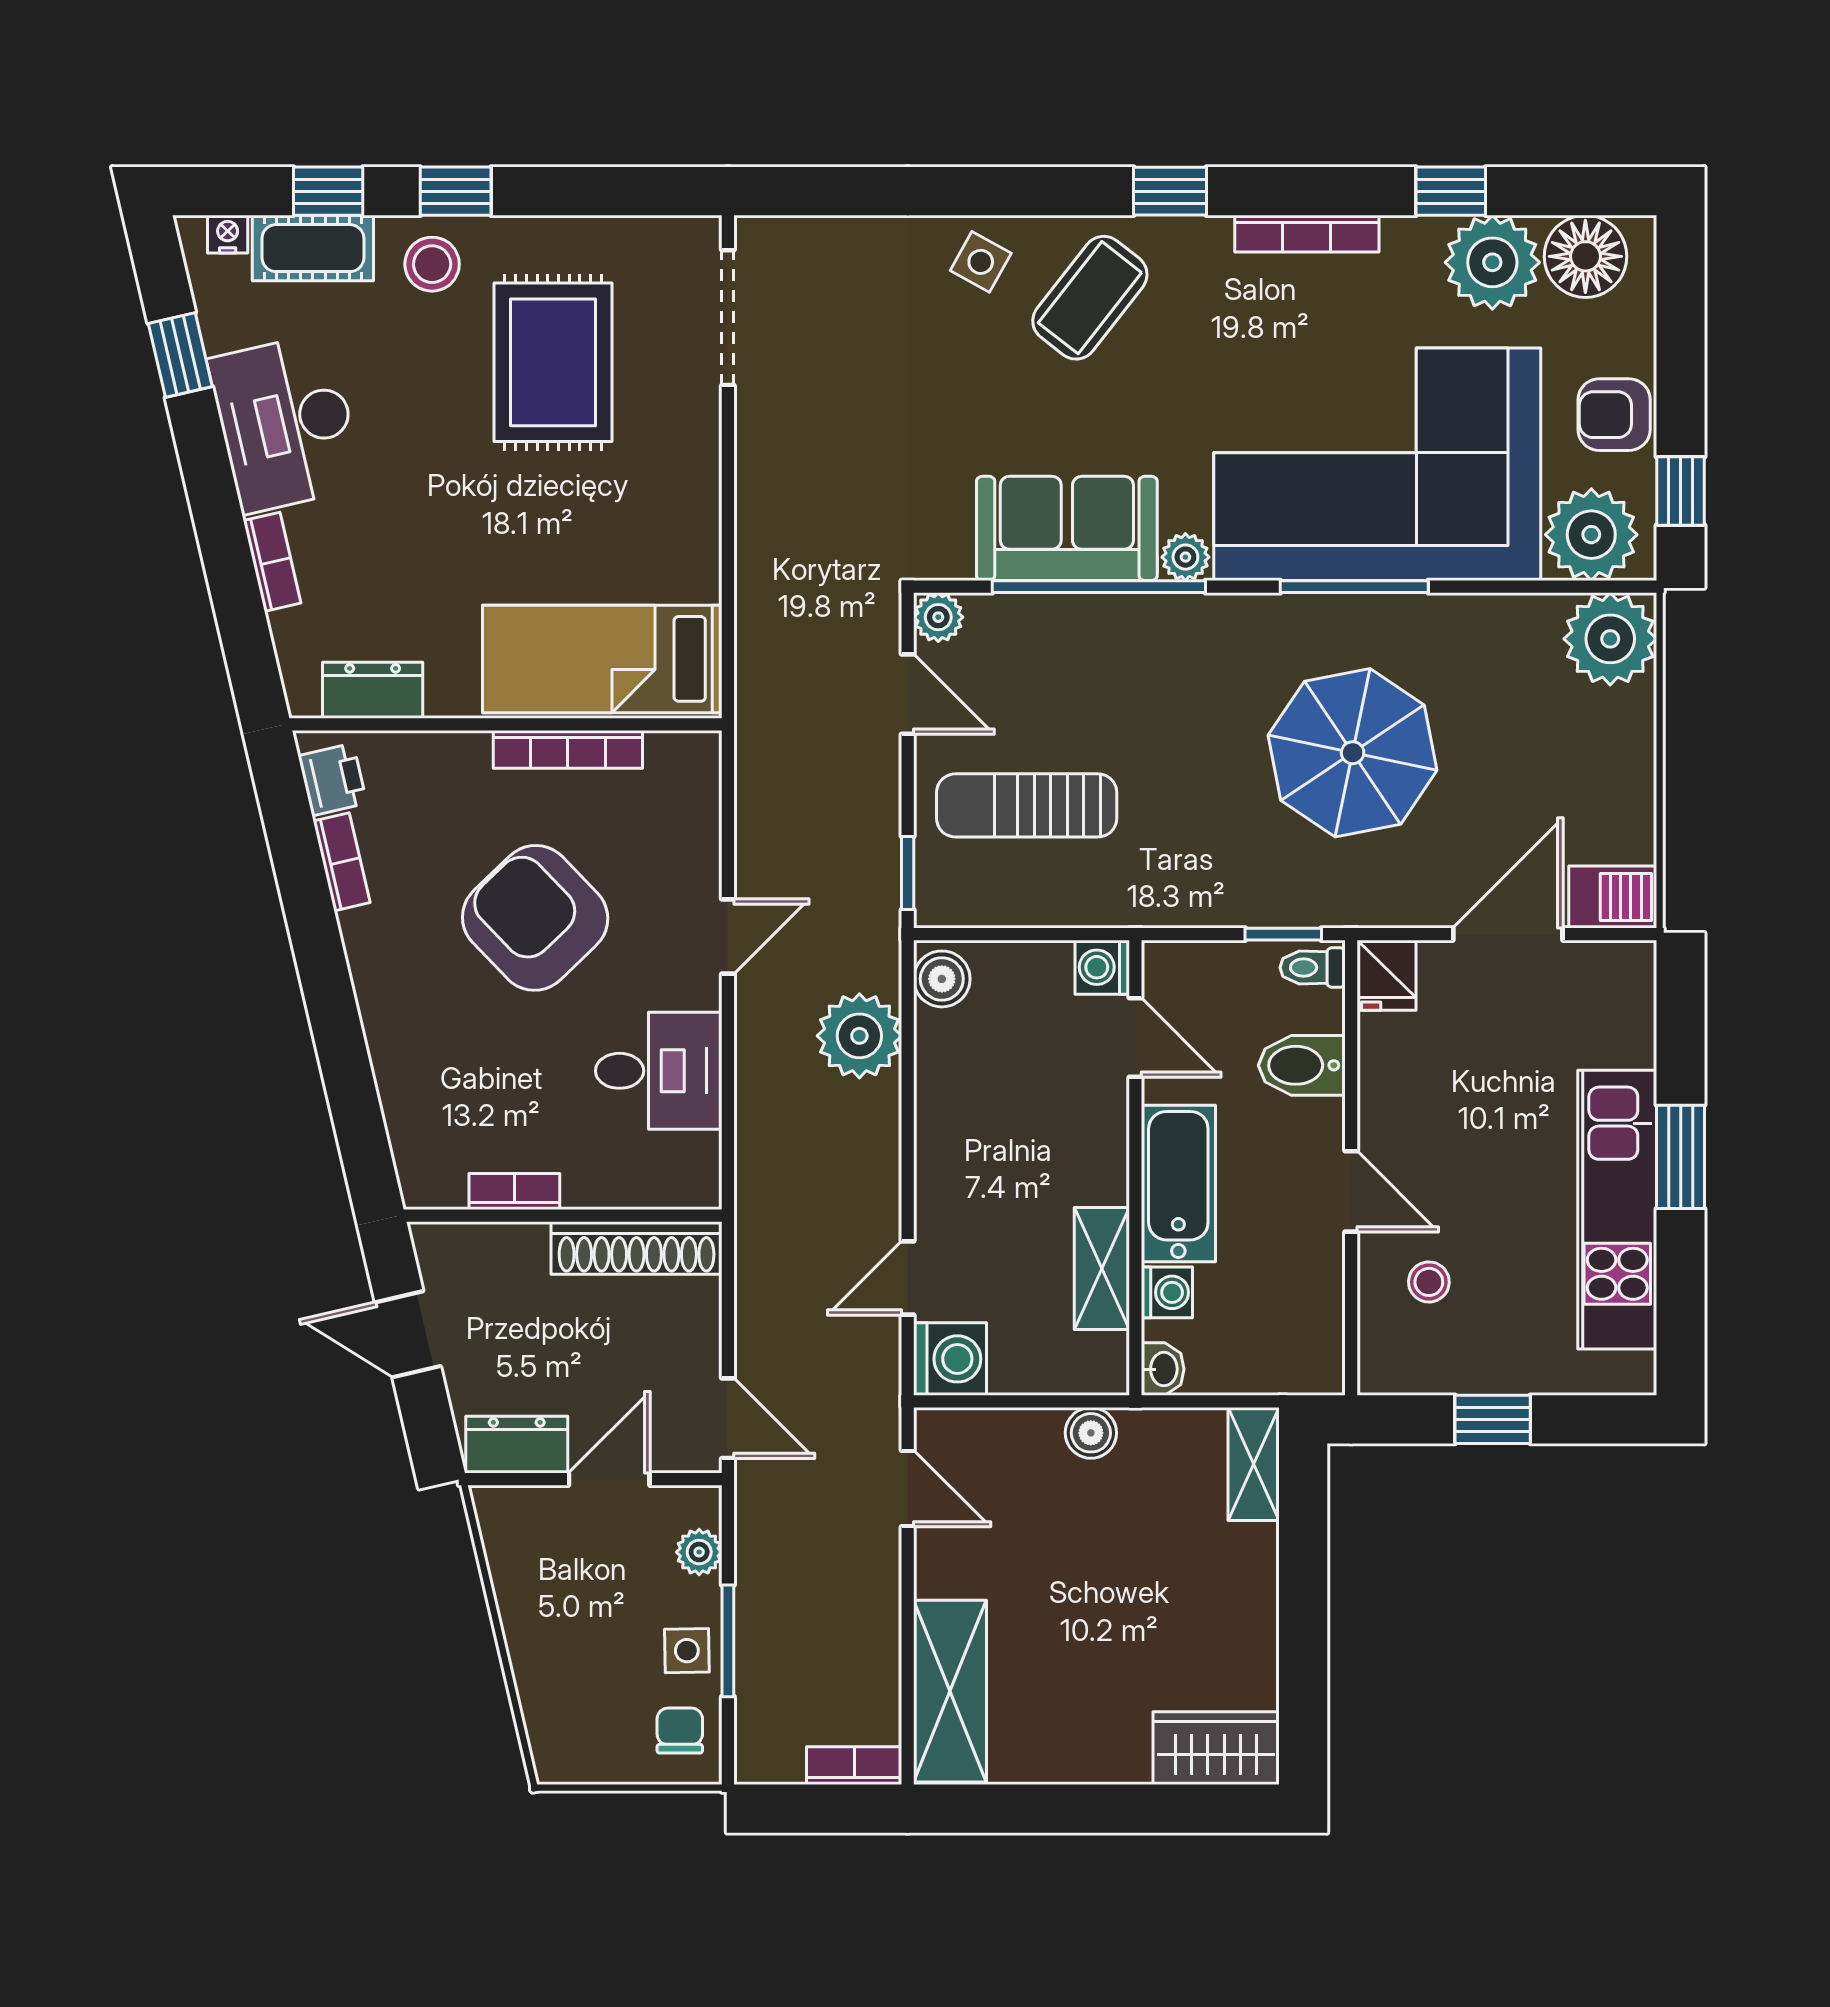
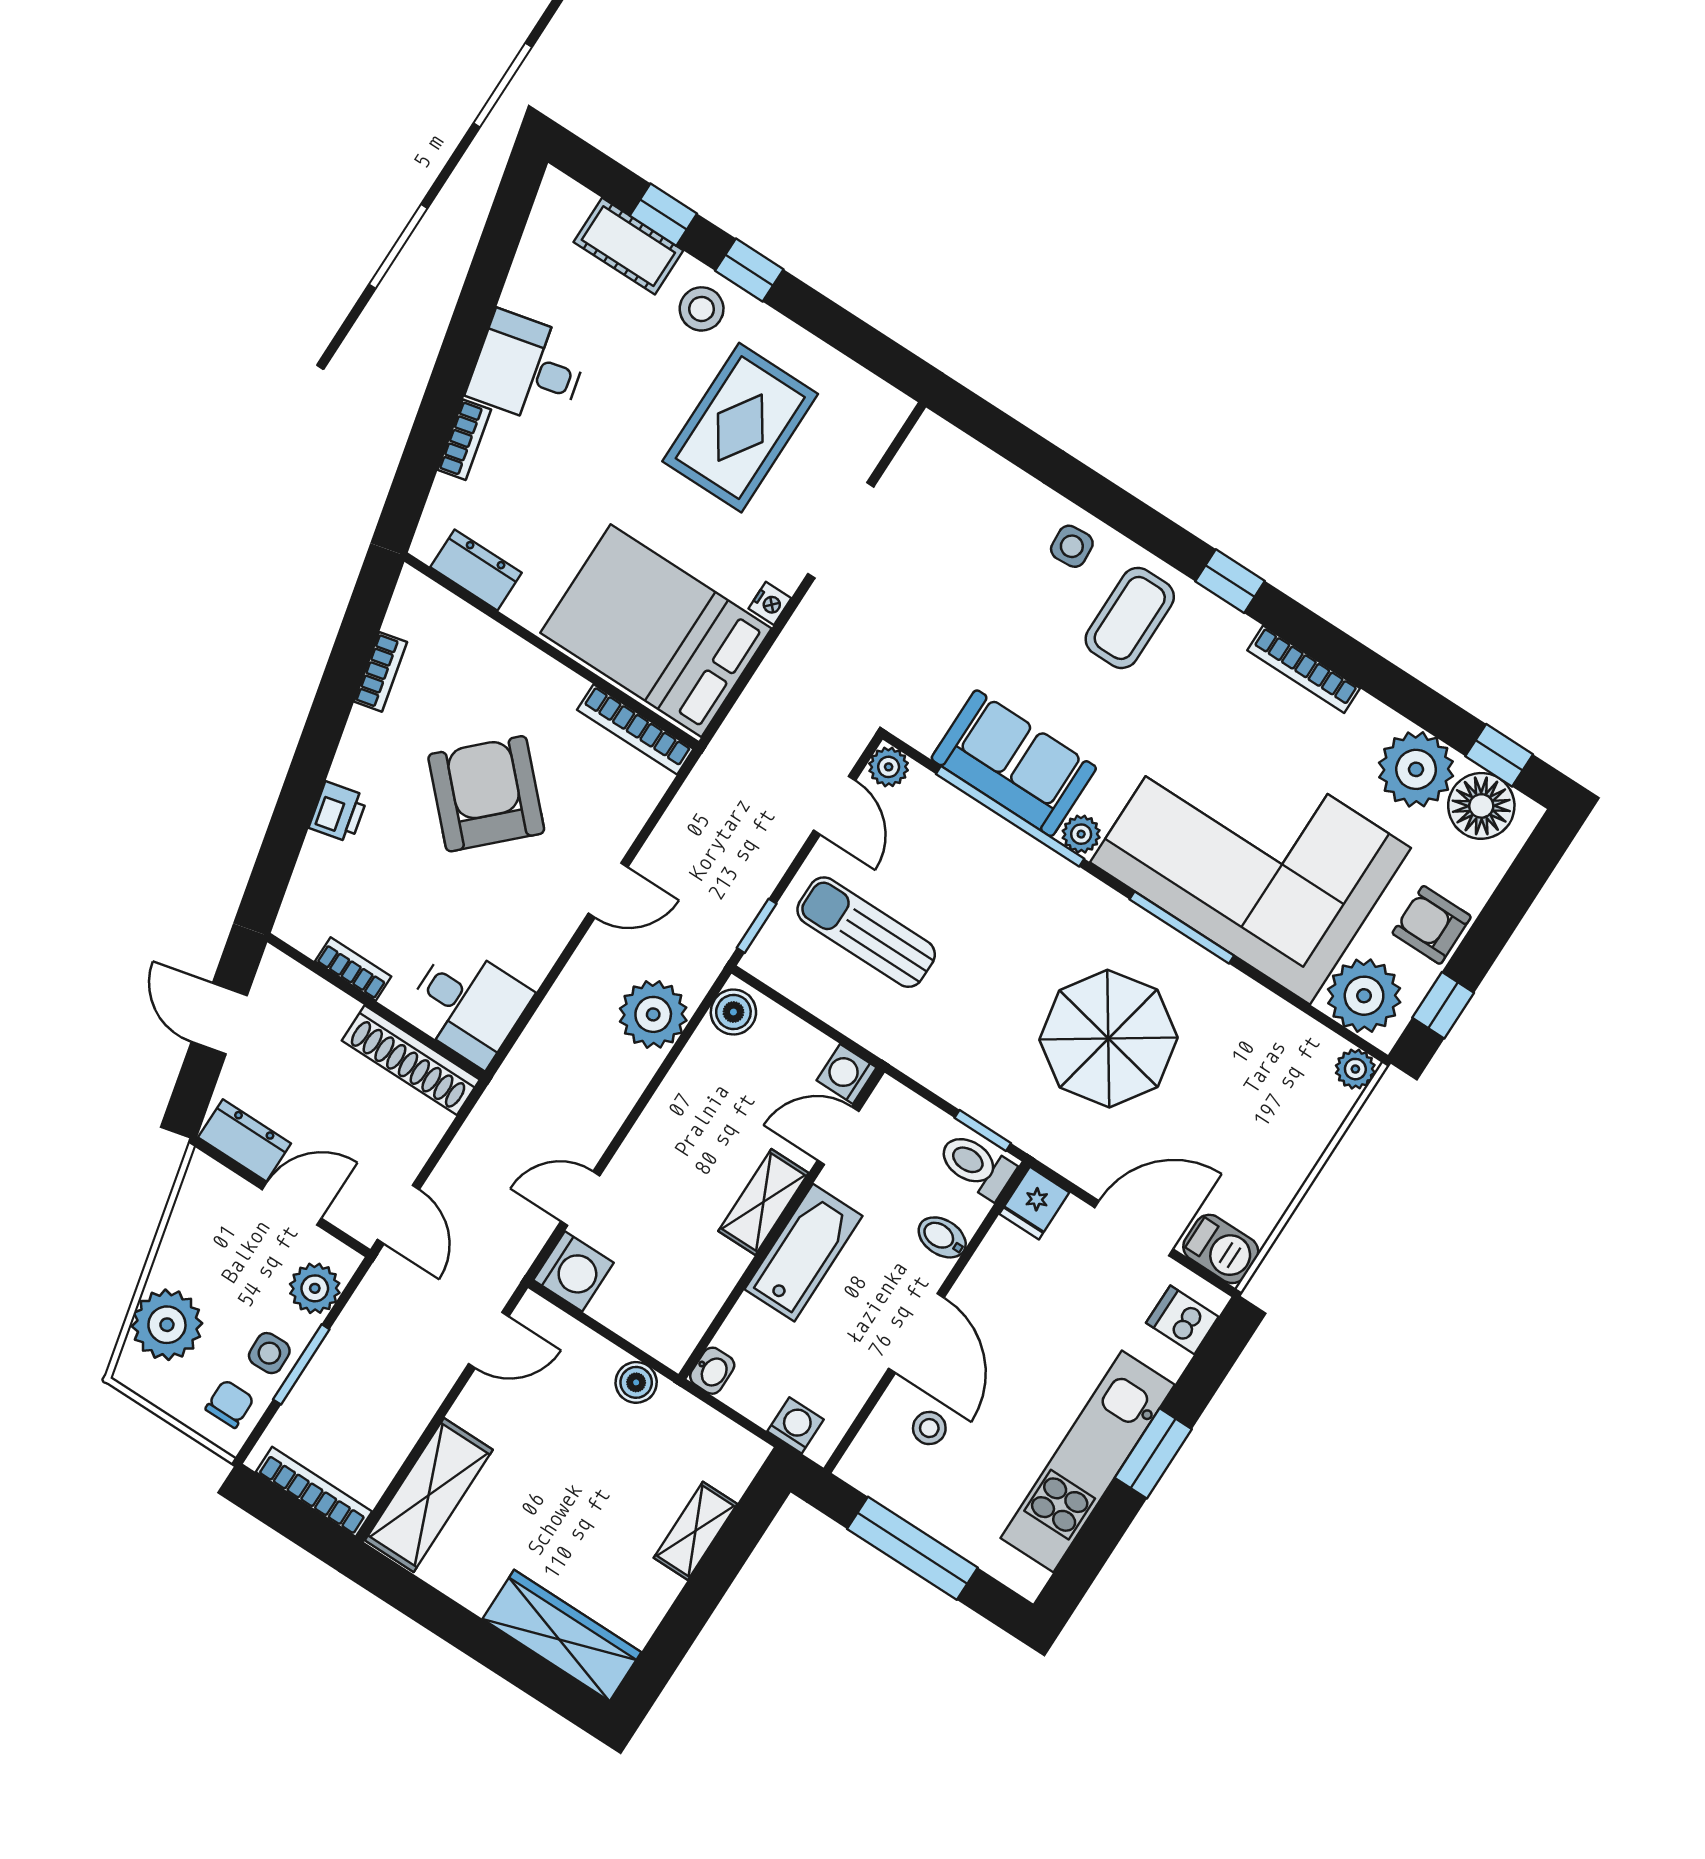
window: (1451, 191) -> (1499, 755), moved
nightstand: (228, 234) -> (770, 603), moved, turned 90
side table: (981, 262) -> (1072, 546), turned -33
coffee table: (1090, 298) -> (1130, 618), turned -38
doorway: (728, 318) -> (841, 530), moved
window: (180, 355) -> (493, 260), removed
desk: (286, 423) -> (528, 369), width x0.73
plant: (1610, 639) -> (1355, 1069), width x0.53, depth x0.53
bed: (602, 659) -> (656, 631), width x1.50
bookcase: (568, 749) -> (635, 729), moved
printer: (333, 780) -> (338, 812), moved
toilet: (1313, 968) -> (976, 1165), width x1.37, depth x1.39
dishwasher: (1621, 997) -> (1182, 1320), added
door: (1135, 1038) -> (838, 1136), swing flipped
bidet: (1302, 1065) -> (942, 1237), width x0.72, depth x0.74
desk: (659, 1071) -> (468, 1005), moved
door: (1351, 1191) -> (916, 1333), width x1.38
shelving: (1102, 1269) -> (763, 1202), moved
washing machine: (1167, 1292) -> (796, 1425), moved, turned -90
window: (1493, 1419) -> (912, 1548), width x2.17
shelving: (1254, 1464) -> (695, 1531), moved
door: (908, 1489) -> (489, 1340), hinge flipped
plant: (699, 1552) -> (315, 1288), width x1.38, depth x1.38
plant: (560, 1690) -> (167, 1325), added
wardrobe: (1216, 1748) -> (562, 1635), width x1.50
bookcase: (854, 1766) -> (314, 1492), width x1.56

